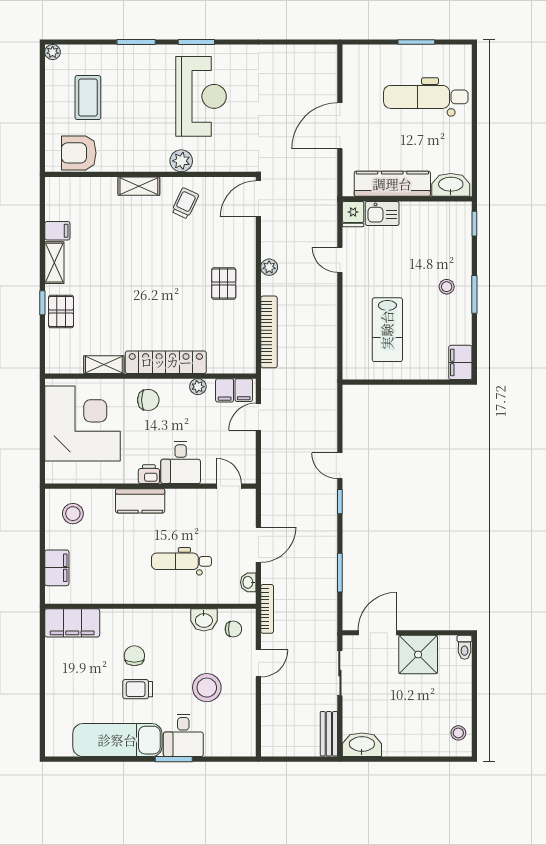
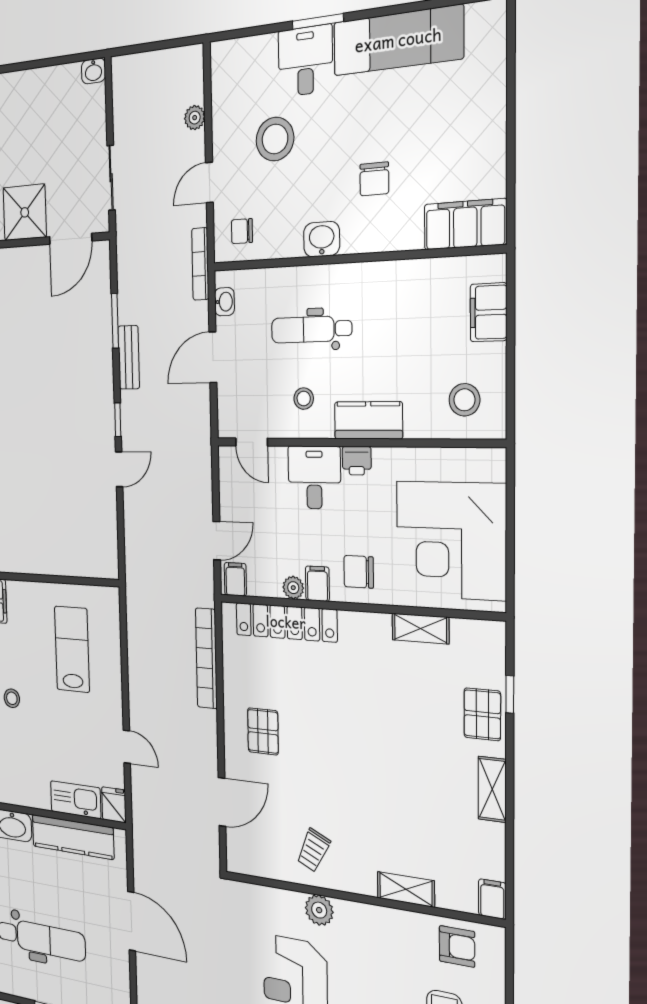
door: (340, 126) -> (132, 921), hinge flipped
armchair: (79, 153) -> (457, 946), width x0.72, depth x0.72
shelving: (139, 186) -> (406, 889), moved
door: (258, 199) -> (222, 802), moved
kitchen sink: (382, 213) -> (76, 800), width x1.38
filing cabinet: (57, 231) -> (492, 899), moved, turned 90
plant: (269, 267) -> (195, 118), moved
window: (42, 303) -> (510, 694), moved
locker: (166, 362) -> (286, 622), moved
filing cabinet: (225, 390) -> (317, 584), moved
door: (340, 466) -> (119, 469), hinge flipped
stool: (188, 516) -> (304, 399), added
dental chair: (181, 561) -> (311, 329), turned 180
washbasin: (204, 620) -> (322, 239), moved
trolley: (138, 689) -> (369, 126), removed
bench: (329, 734) -> (129, 357), moved
washbasin: (362, 745) -> (93, 71), width x0.52, depth x0.69

